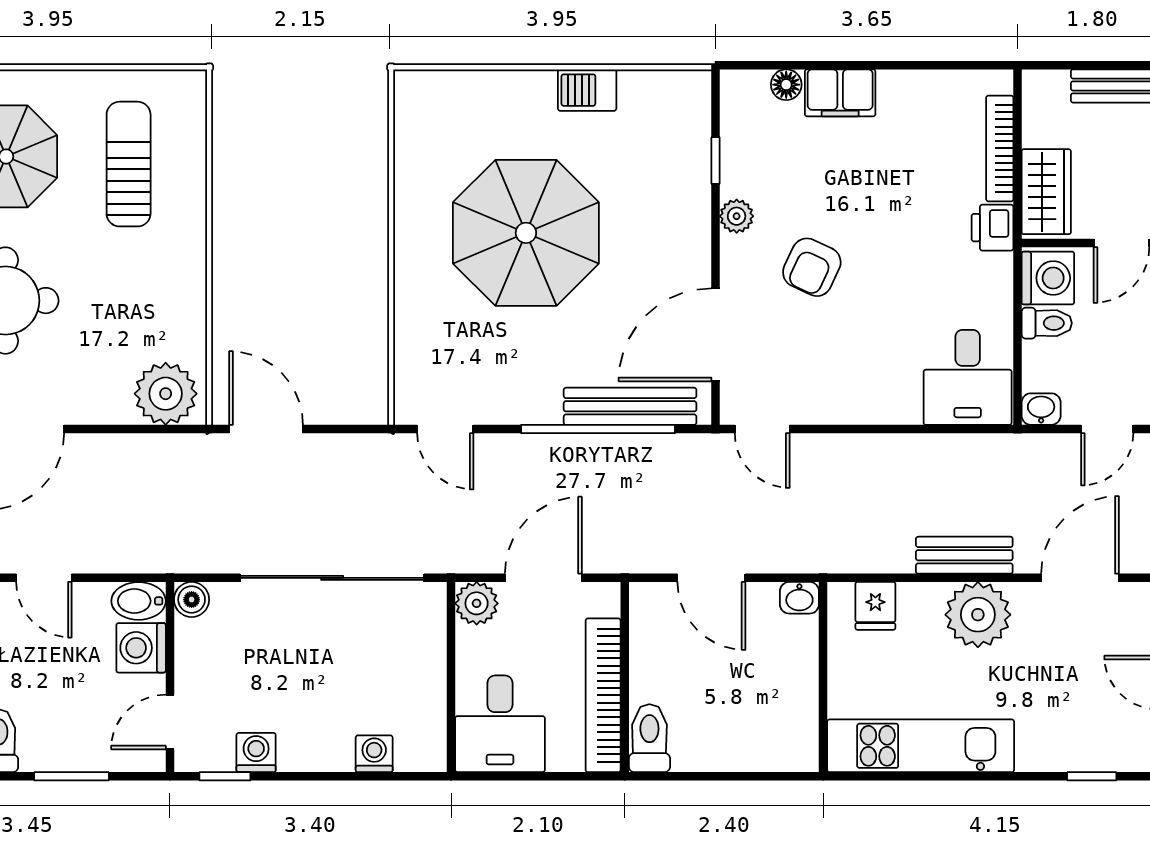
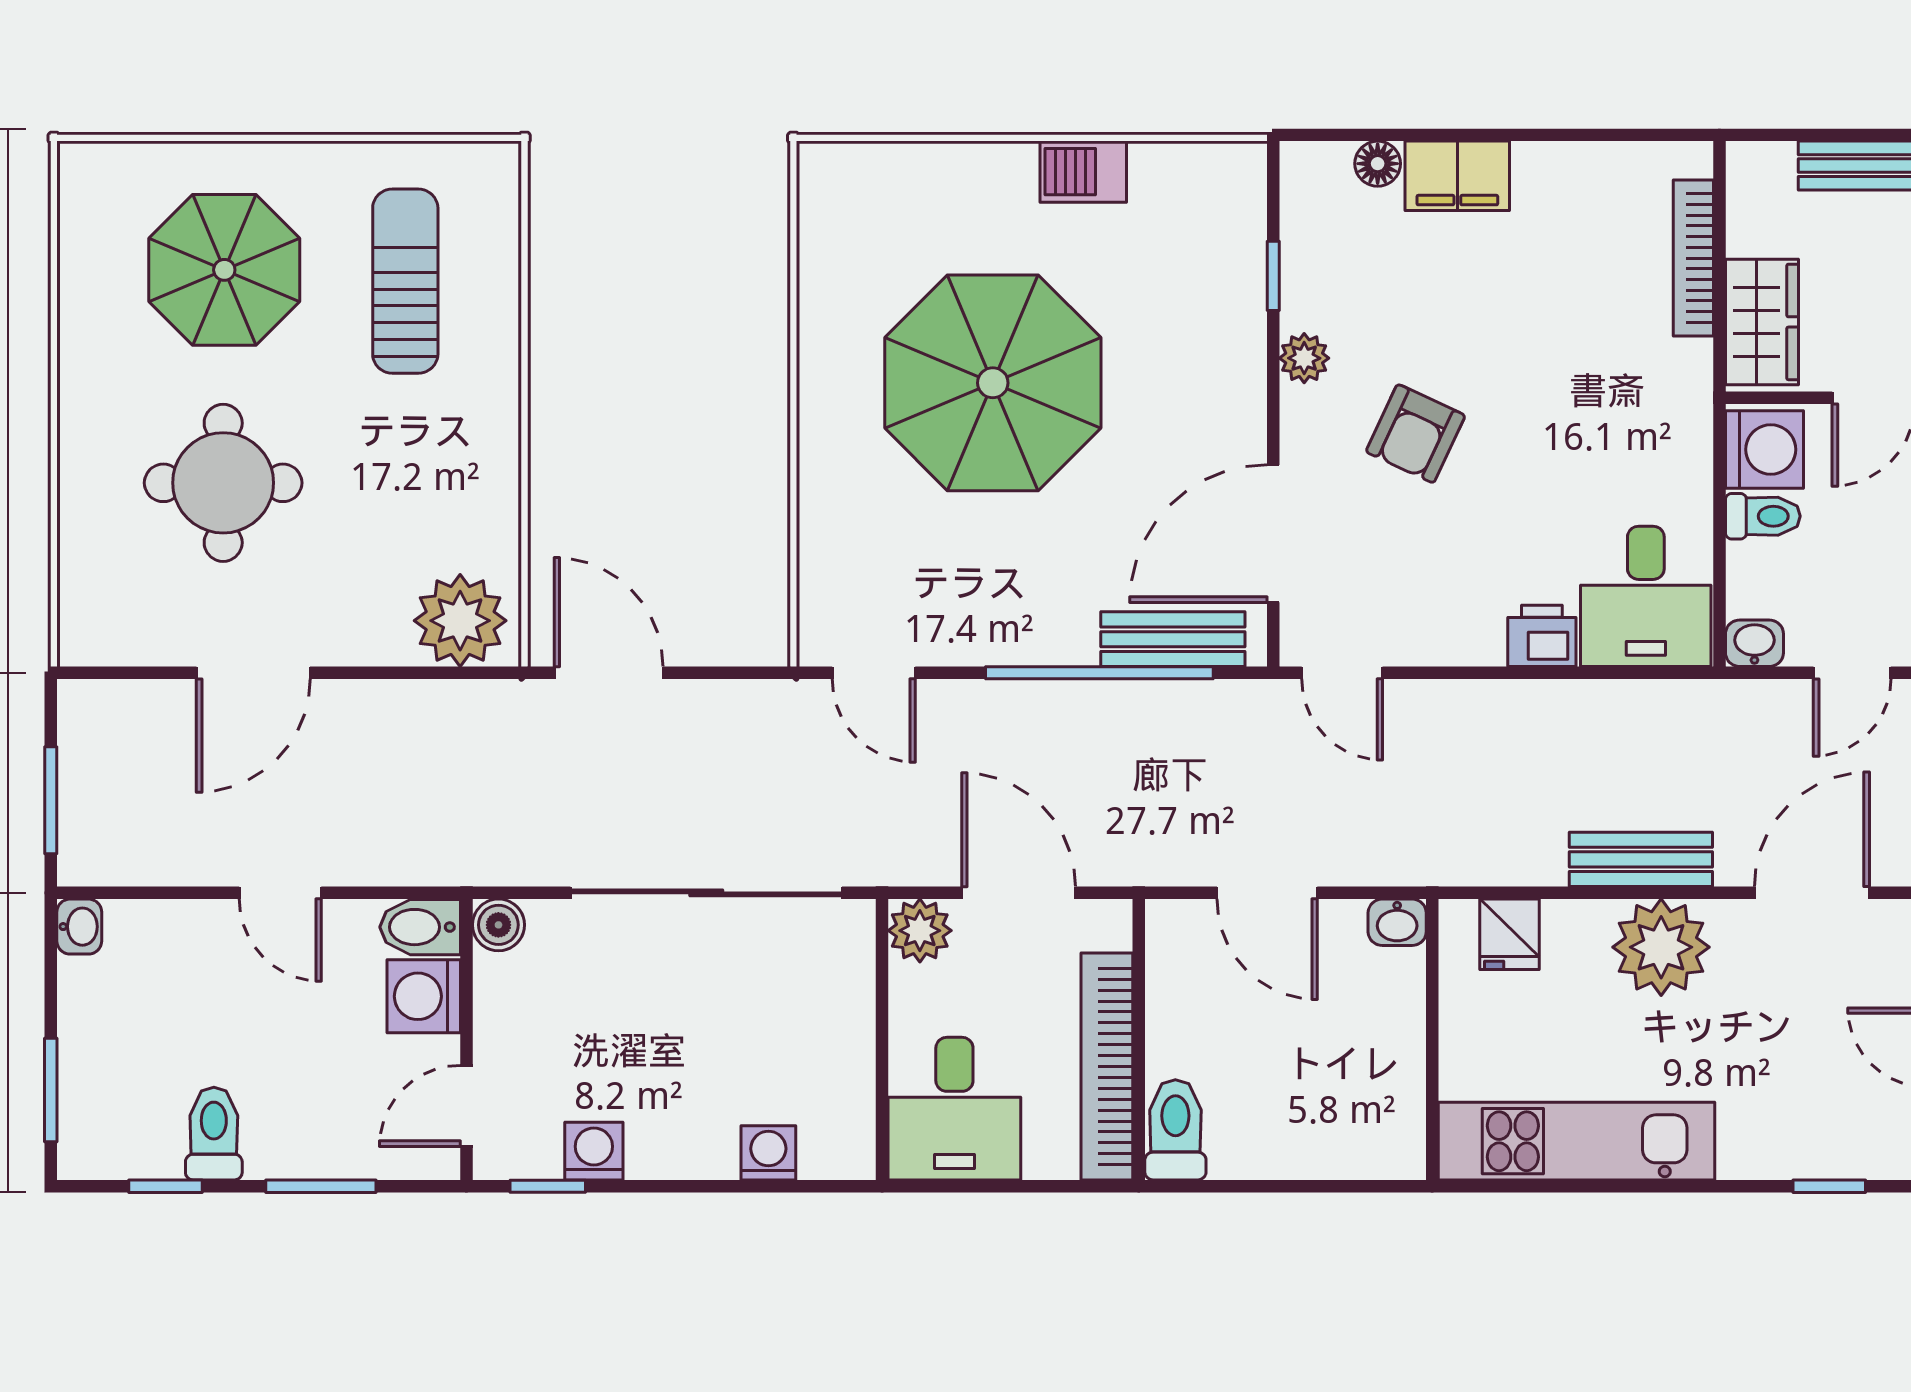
printer: (992, 228) -> (1542, 636), moved, turned 90
bench: (630, 406) -> (1173, 639), width x0.73
door: (543, 578) -> (1019, 893), hinge flipped

